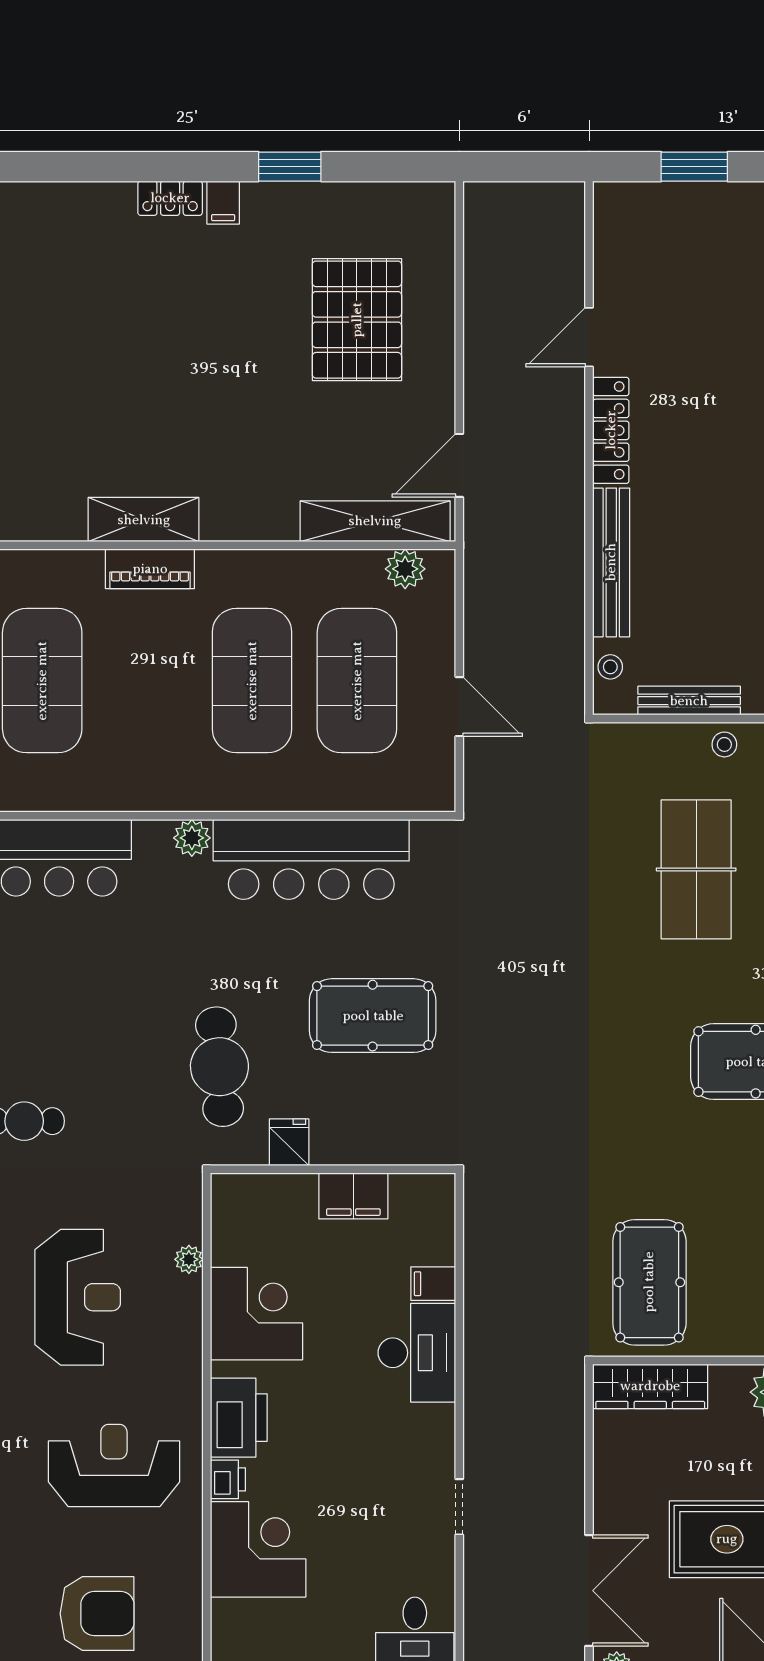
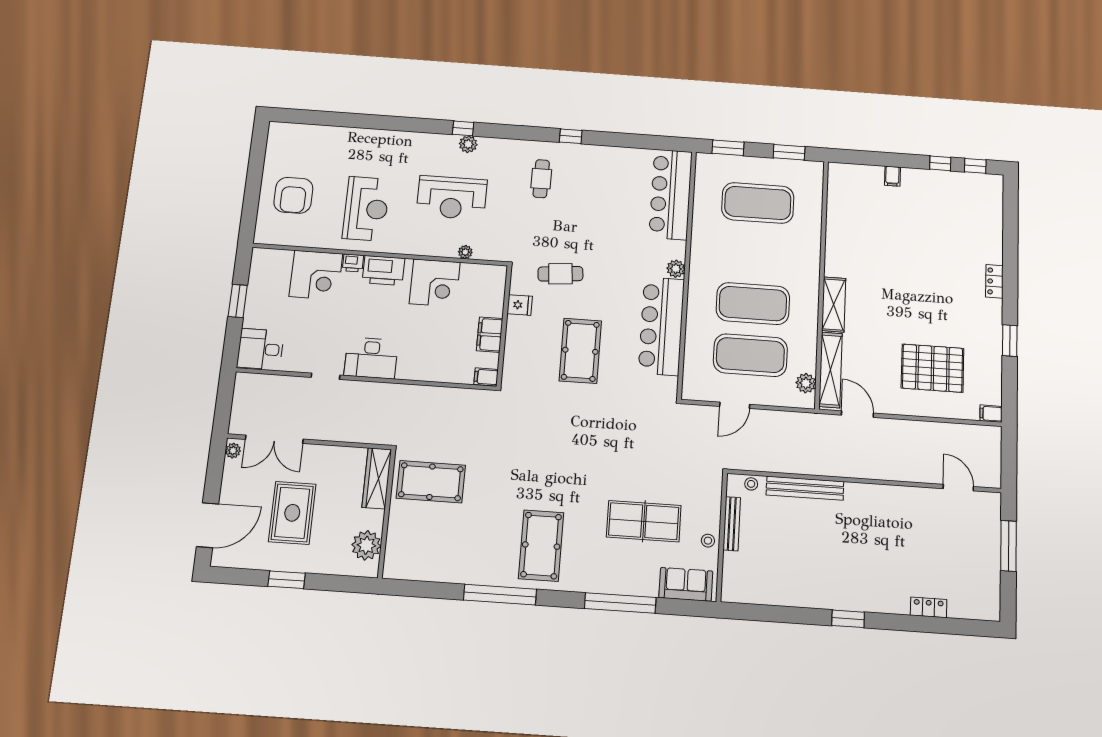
window: (694, 167) -> (1008, 546), width x1.44
filing cabinet: (223, 203) -> (991, 414), moved
door: (589, 337) -> (958, 488), moved
locker: (611, 430) -> (873, 493), removed
shelving: (144, 520) -> (834, 304), moved
piano: (150, 569) -> (811, 258), removed
cafe table: (219, 1067) -> (560, 274), width x0.73, depth x0.74
filing cabinet: (433, 1284) -> (486, 377), moved, turned -90
desk: (417, 1353) -> (371, 358), moved

